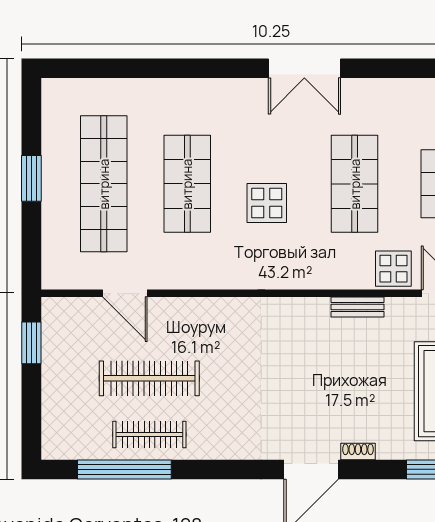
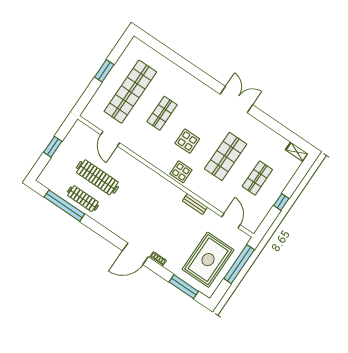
double door: (304, 68) -> (236, 100), swing flipped
shop shelf: (187, 184) -> (162, 113), width x0.70, depth x0.74
display table: (393, 269) -> (181, 172), moved
window: (31, 343) -> (53, 147), moved

